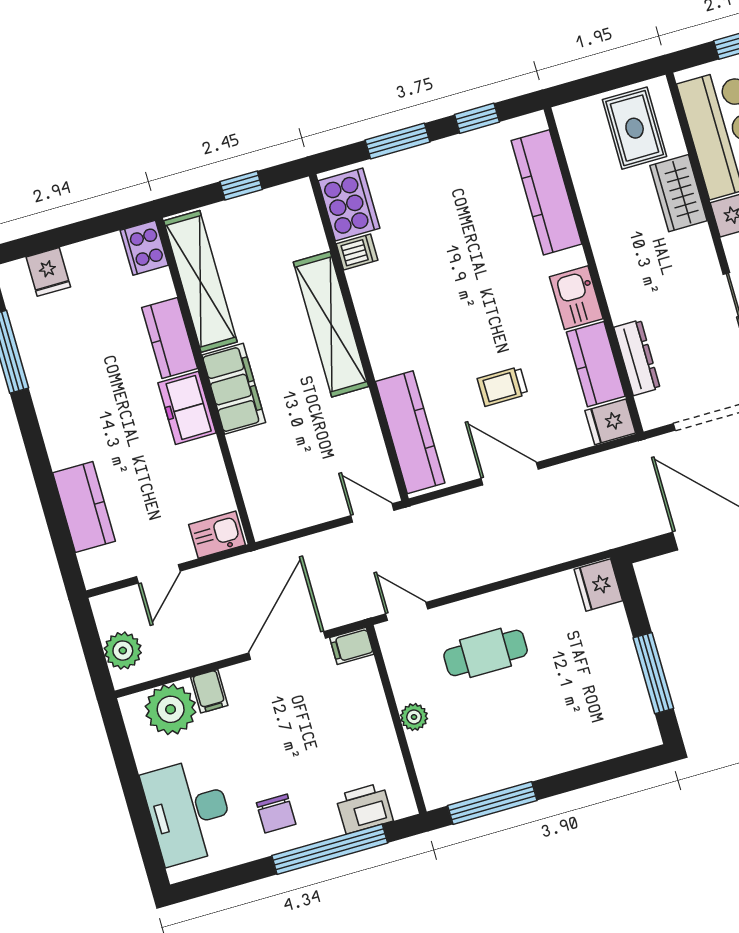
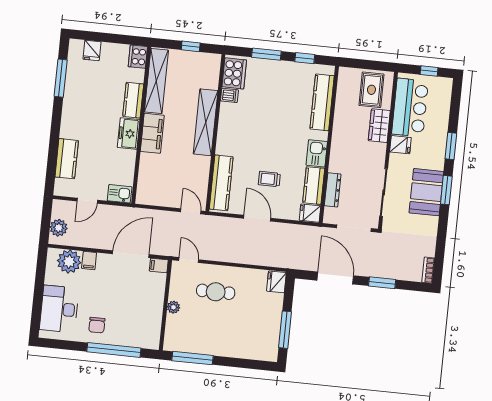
printer: (364, 808) -> (136, 338), removed

